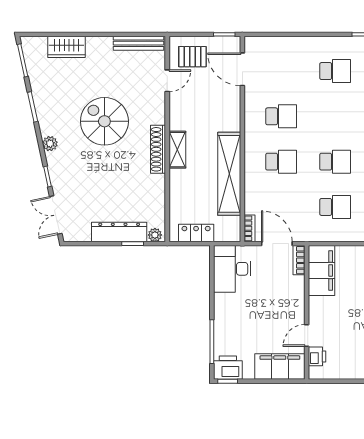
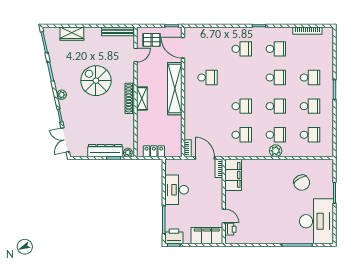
school desk: (281, 162) -> (208, 106), removed
shelving: (229, 174) -> (175, 89), moved
desk: (232, 269) -> (177, 190), moved
door: (307, 335) -> (224, 216), swing flipped

